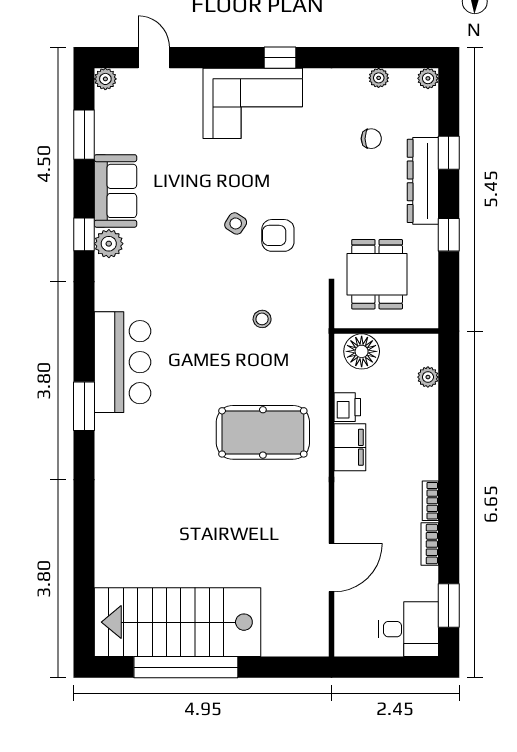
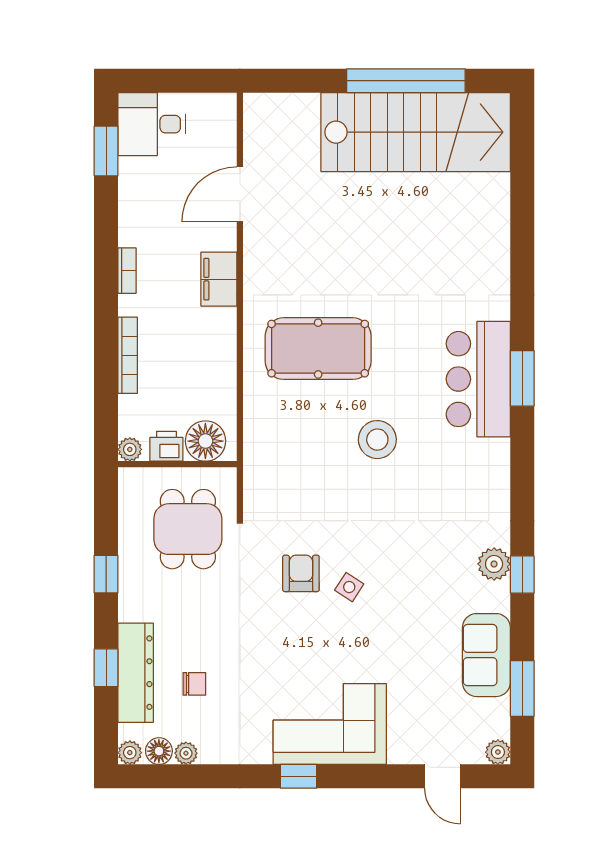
floor lamp: (402, 80) -> (159, 751), added
chair: (371, 139) -> (194, 684), turned 180
dresser: (423, 181) -> (136, 673), moved
sofa: (116, 191) -> (486, 655), moved
armchair: (278, 235) -> (301, 573), turned -90
stool: (262, 319) -> (377, 440), moved, width x1.89, depth x1.89
bar counter: (123, 362) -> (478, 379), moved
plant: (428, 377) -> (130, 449), moved
printer: (347, 407) -> (166, 446), moved, turned 90
filing cabinet: (350, 447) -> (219, 279), moved
bookcase: (430, 544) -> (128, 355), moved, width x1.56

